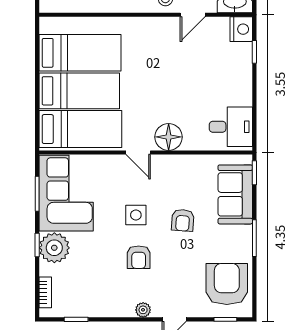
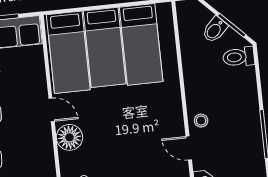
door: (138, 153) -> (52, 110), swing flipped

